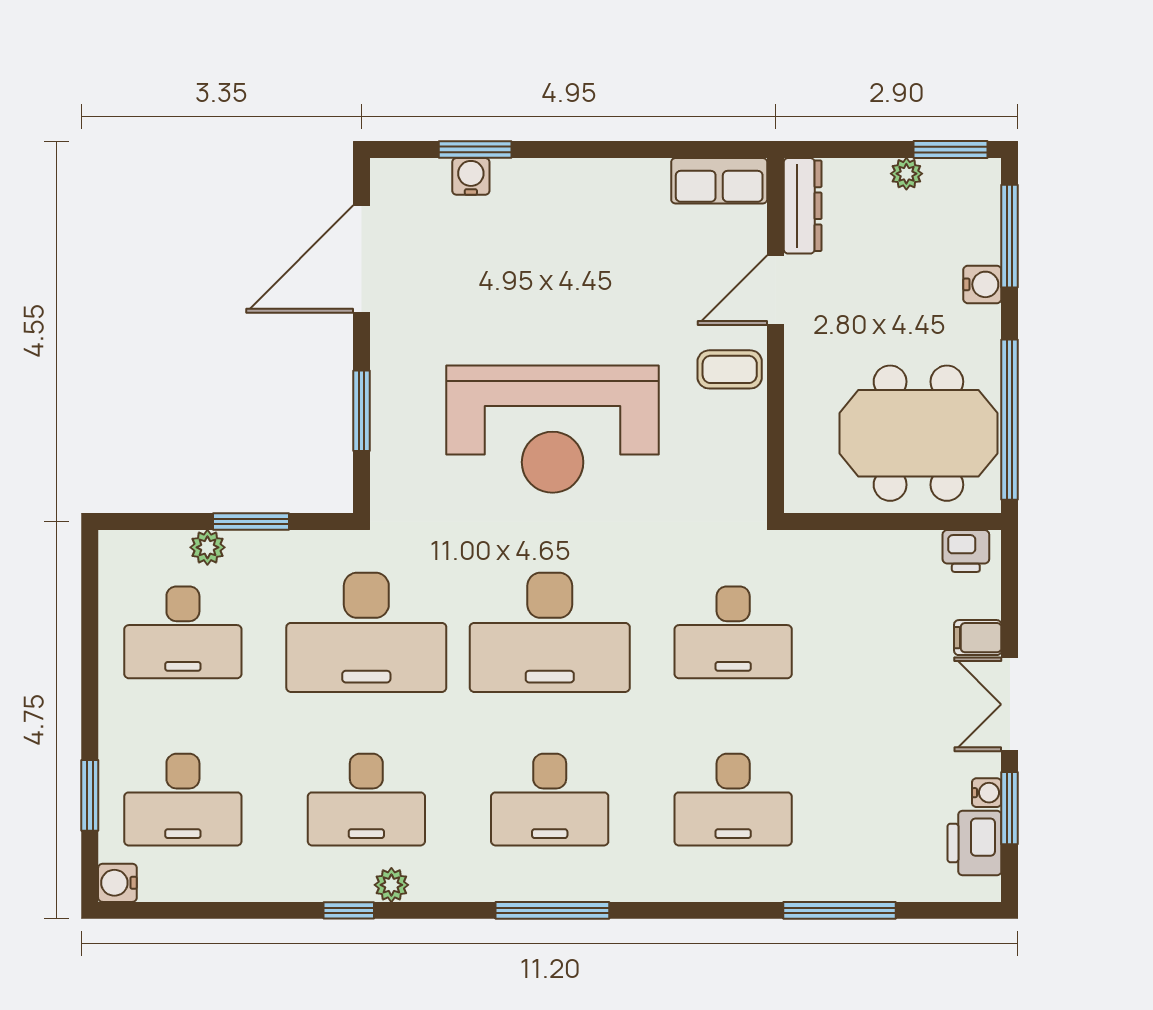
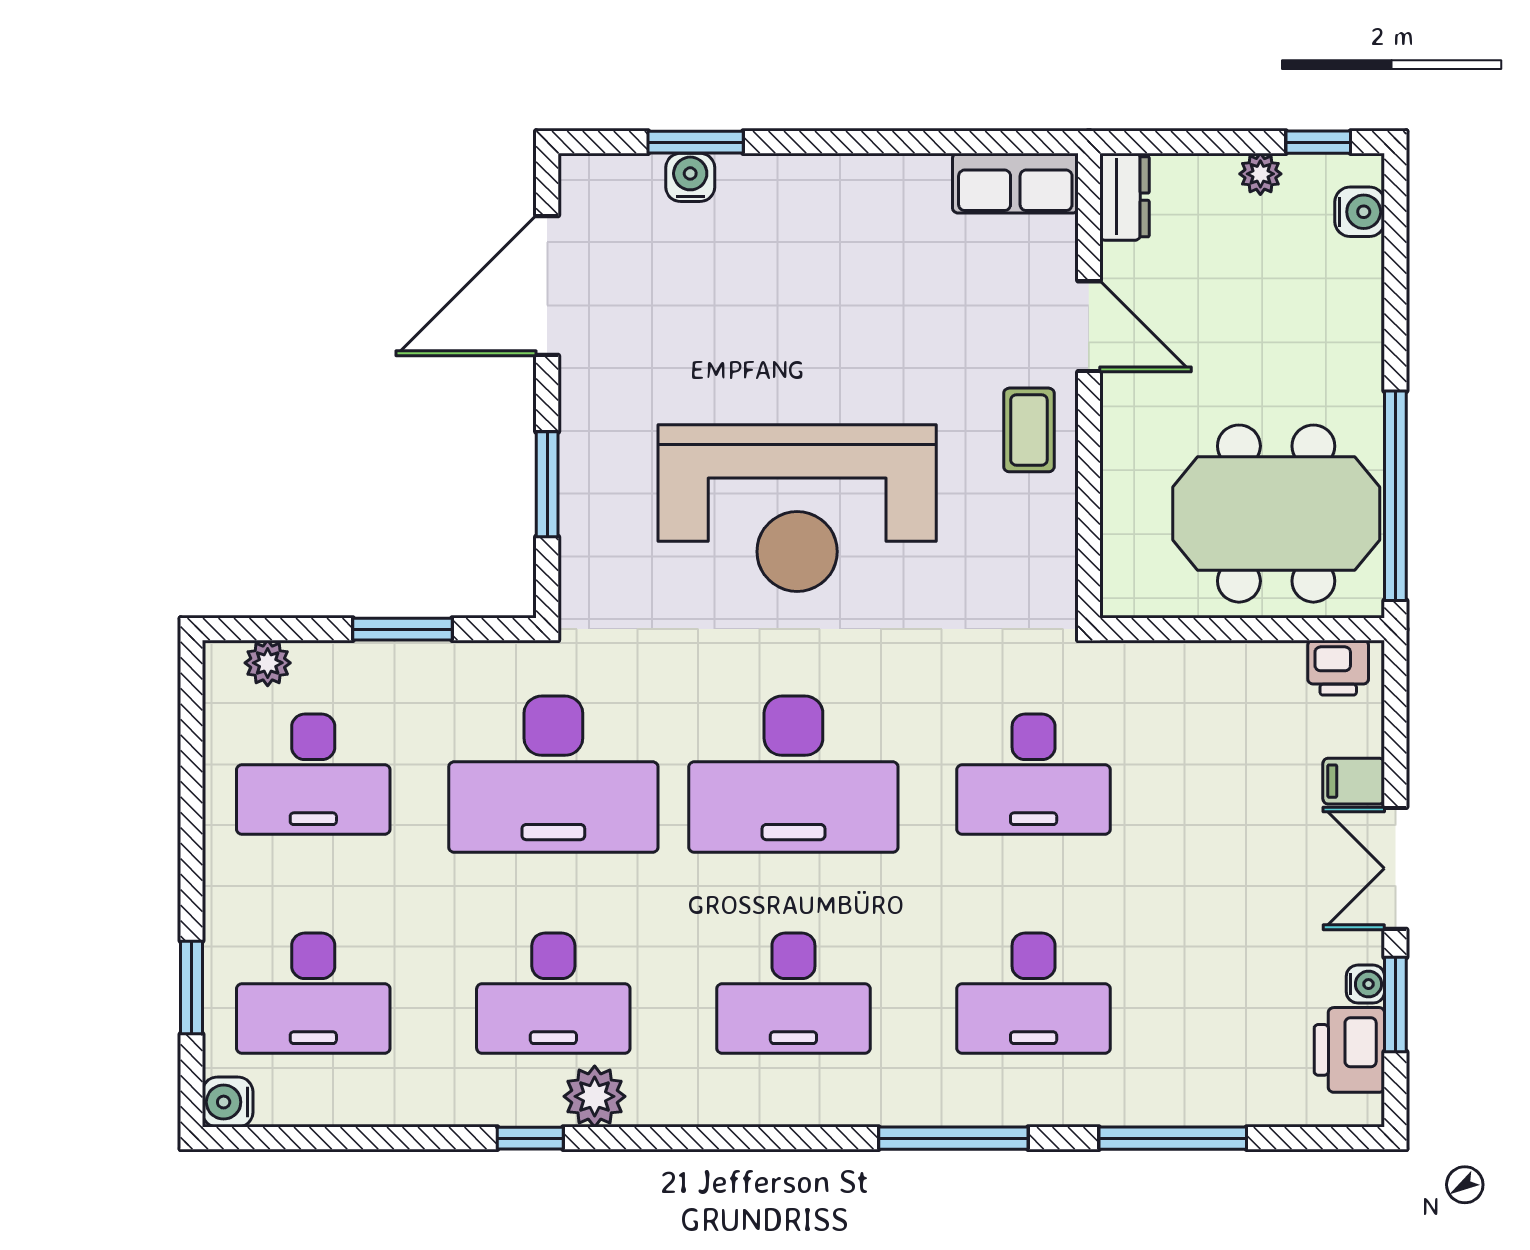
window: (951, 150) -> (1318, 142), width x0.67
dresser: (803, 206) -> (1124, 197), width x0.70
window: (1010, 236) -> (1395, 256), removed
water cooler: (982, 284) -> (1360, 212), moved
door: (775, 290) -> (1089, 326), swing flipped
coffee table: (730, 369) -> (1029, 430), turned 90
plant: (207, 547) -> (268, 663), moved
plant: (391, 885) -> (595, 1096), width x1.38, depth x1.38
window: (552, 910) -> (953, 1138), moved

